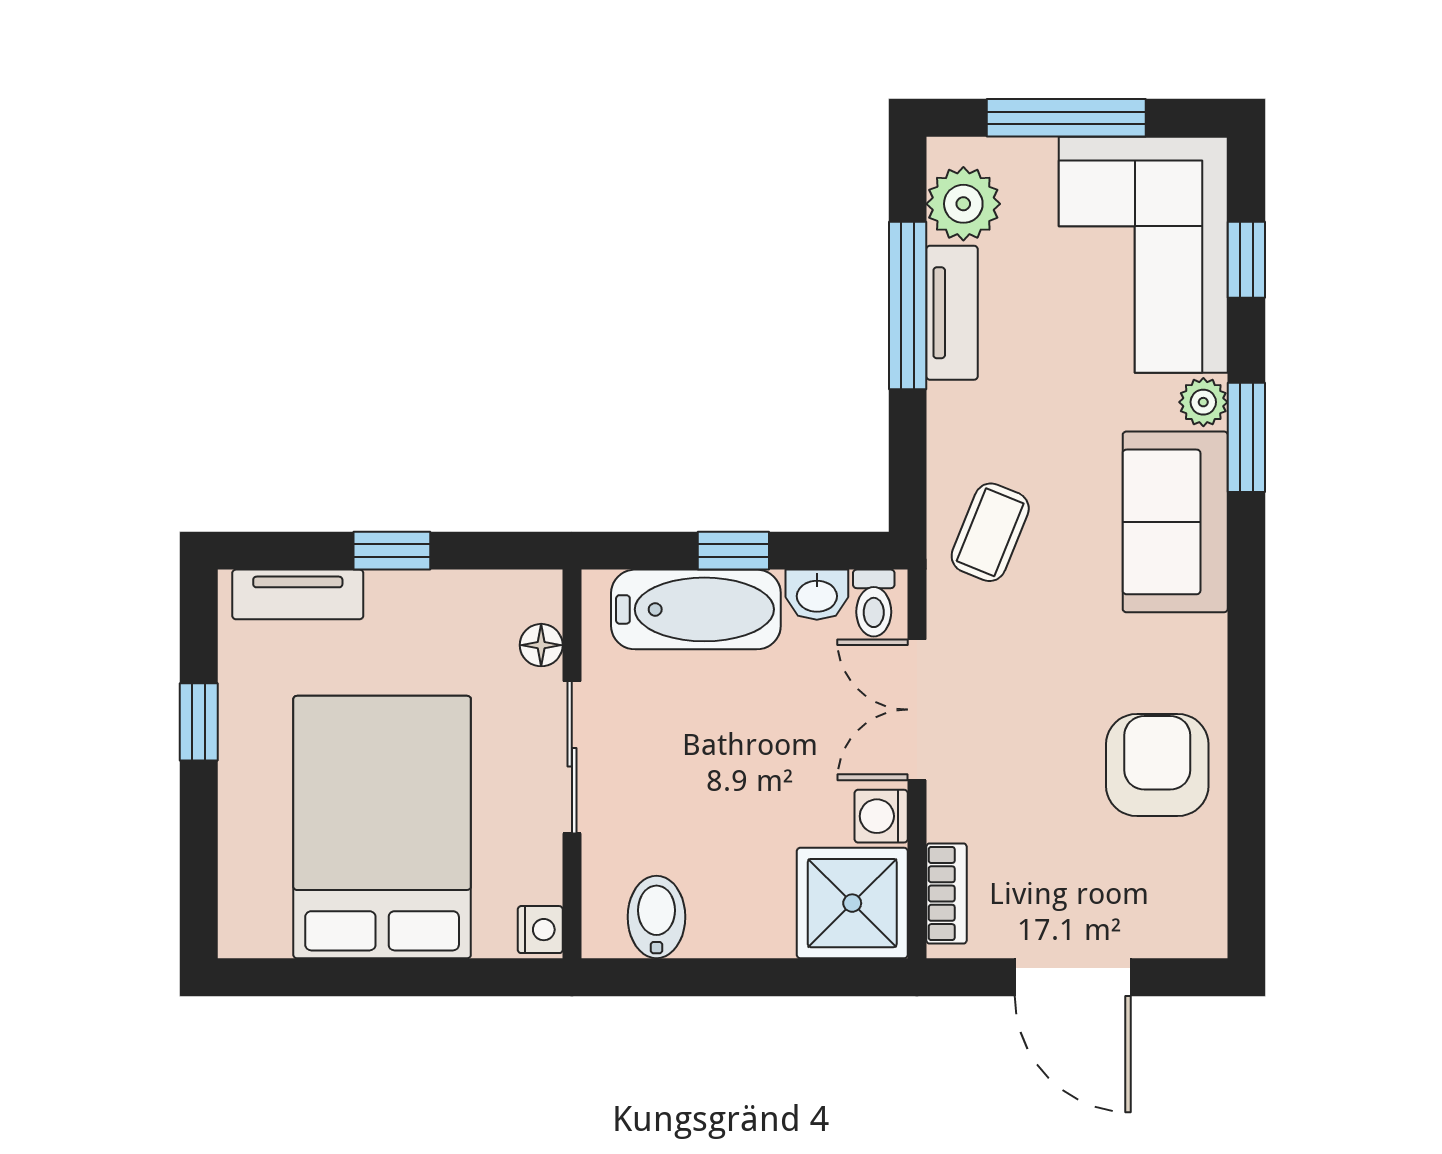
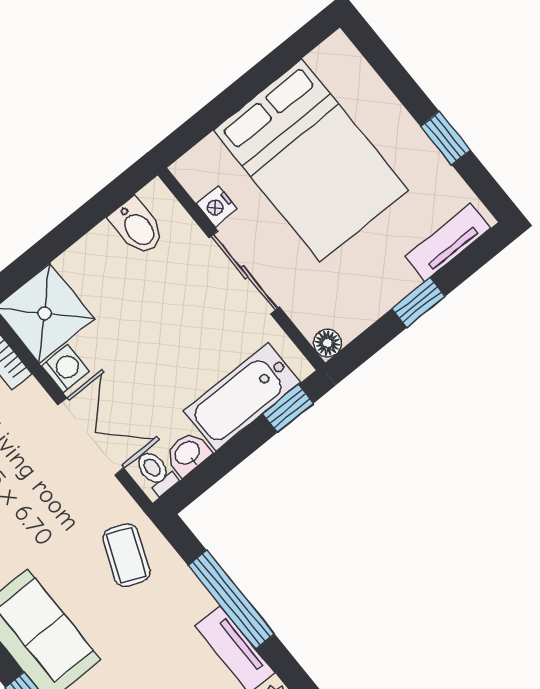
window: (908, 305) -> (231, 600), moved
window: (733, 551) -> (288, 409), moved
floor lamp: (541, 645) -> (327, 343), moved
nightstand: (540, 930) -> (217, 206), moved

